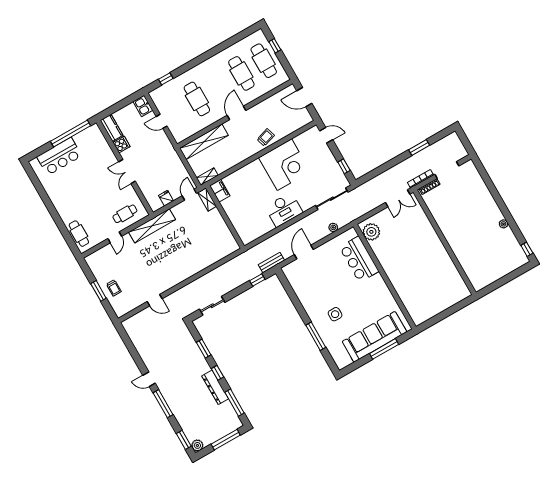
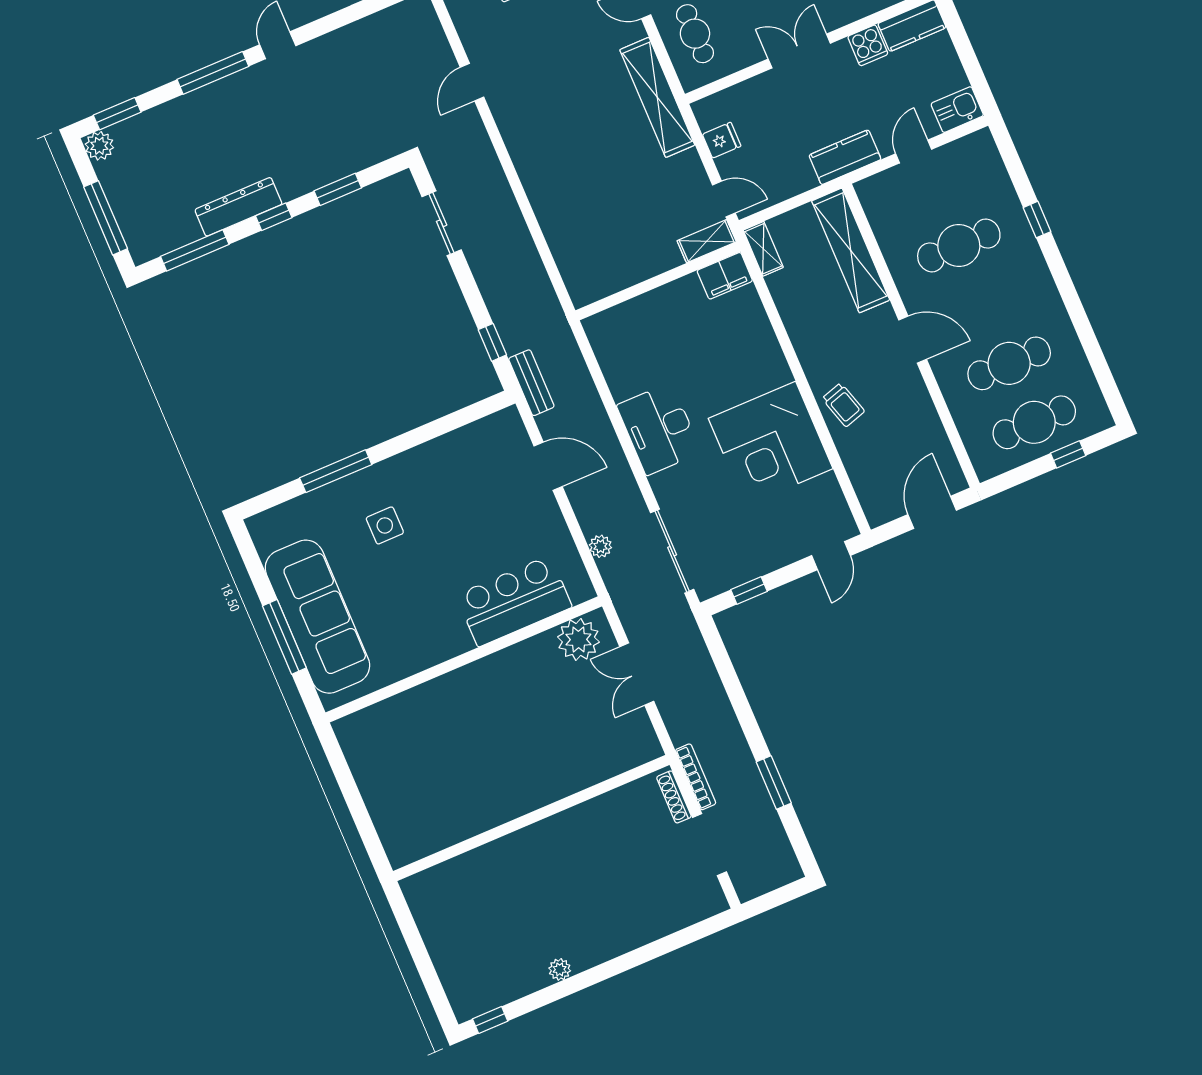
window: (166, 79) -> (1037, 220), moved
kitchen counter: (167, 148) -> (845, 157), added
double door: (398, 198) -> (637, 674), moved

